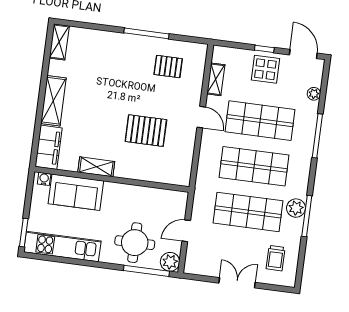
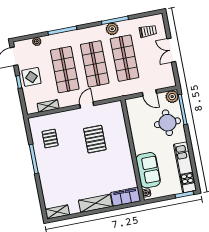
door: (201, 117) -> (87, 105), moved
shelving: (96, 167) -> (128, 163), removed

